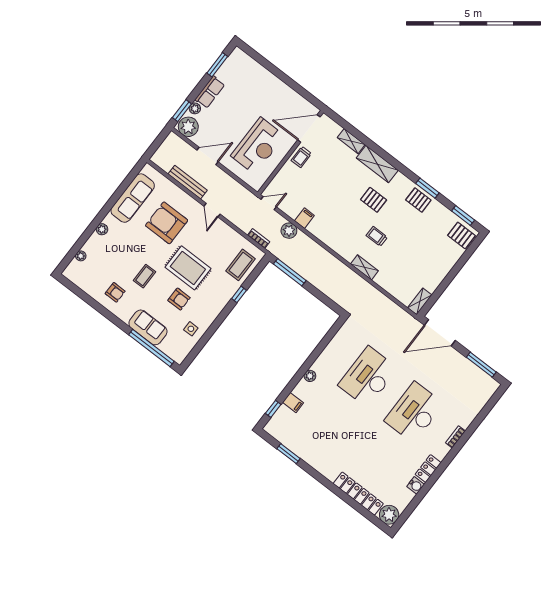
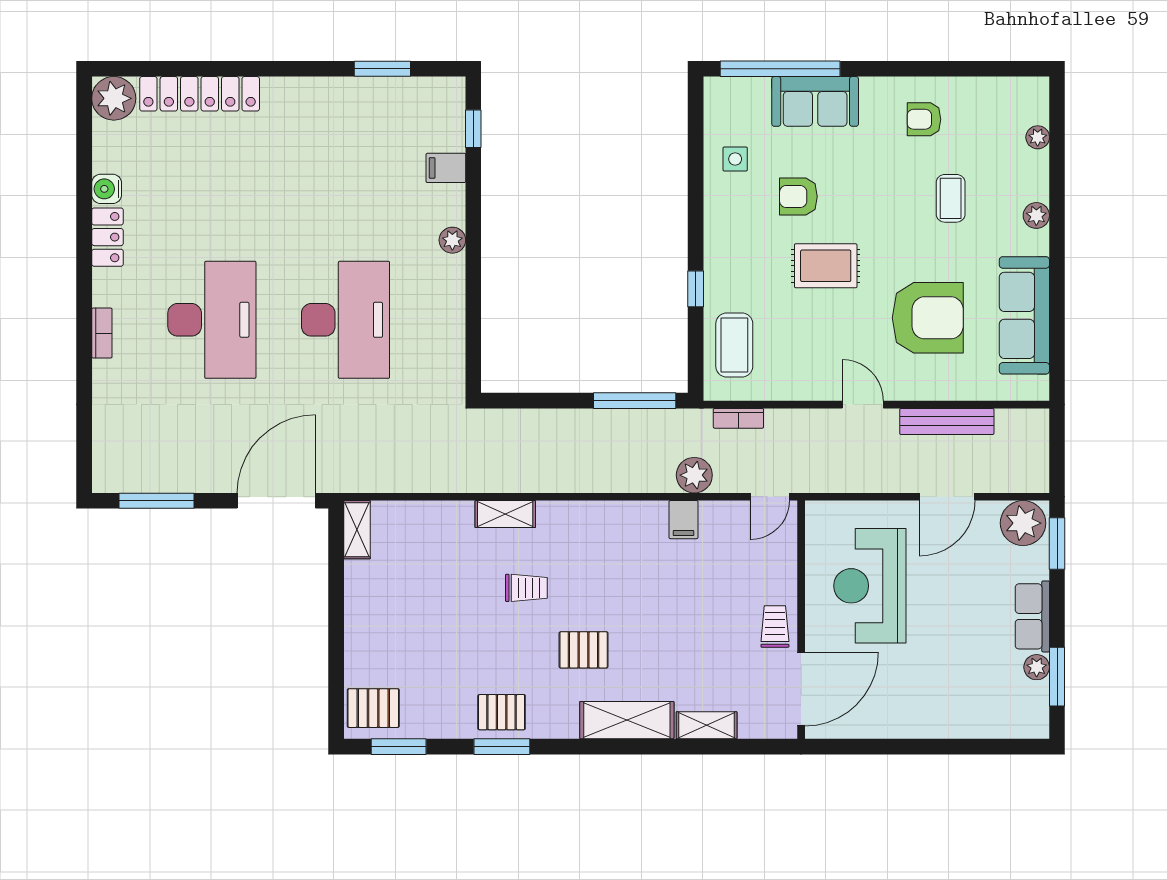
plant: (195, 108) -> (1037, 667), moved
rug: (188, 268) -> (826, 266), width x0.73, depth x0.70
coffee table: (144, 276) -> (951, 198), moved

